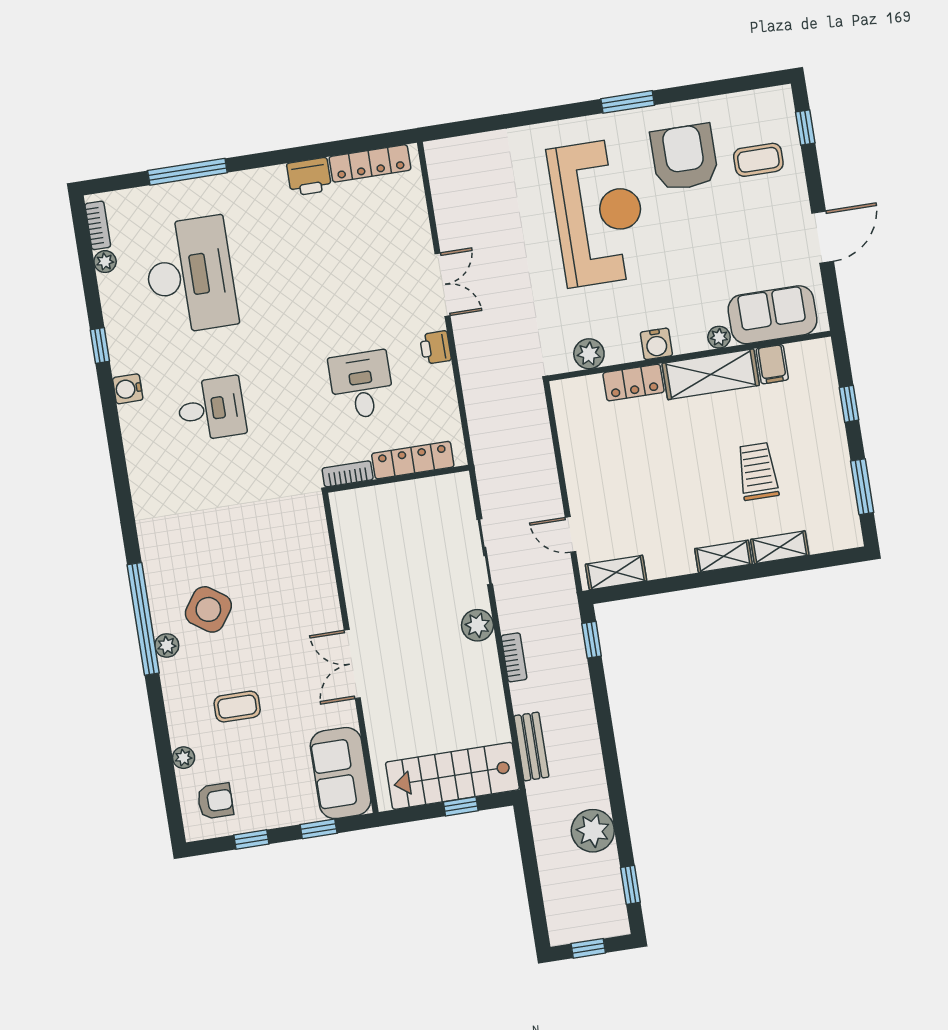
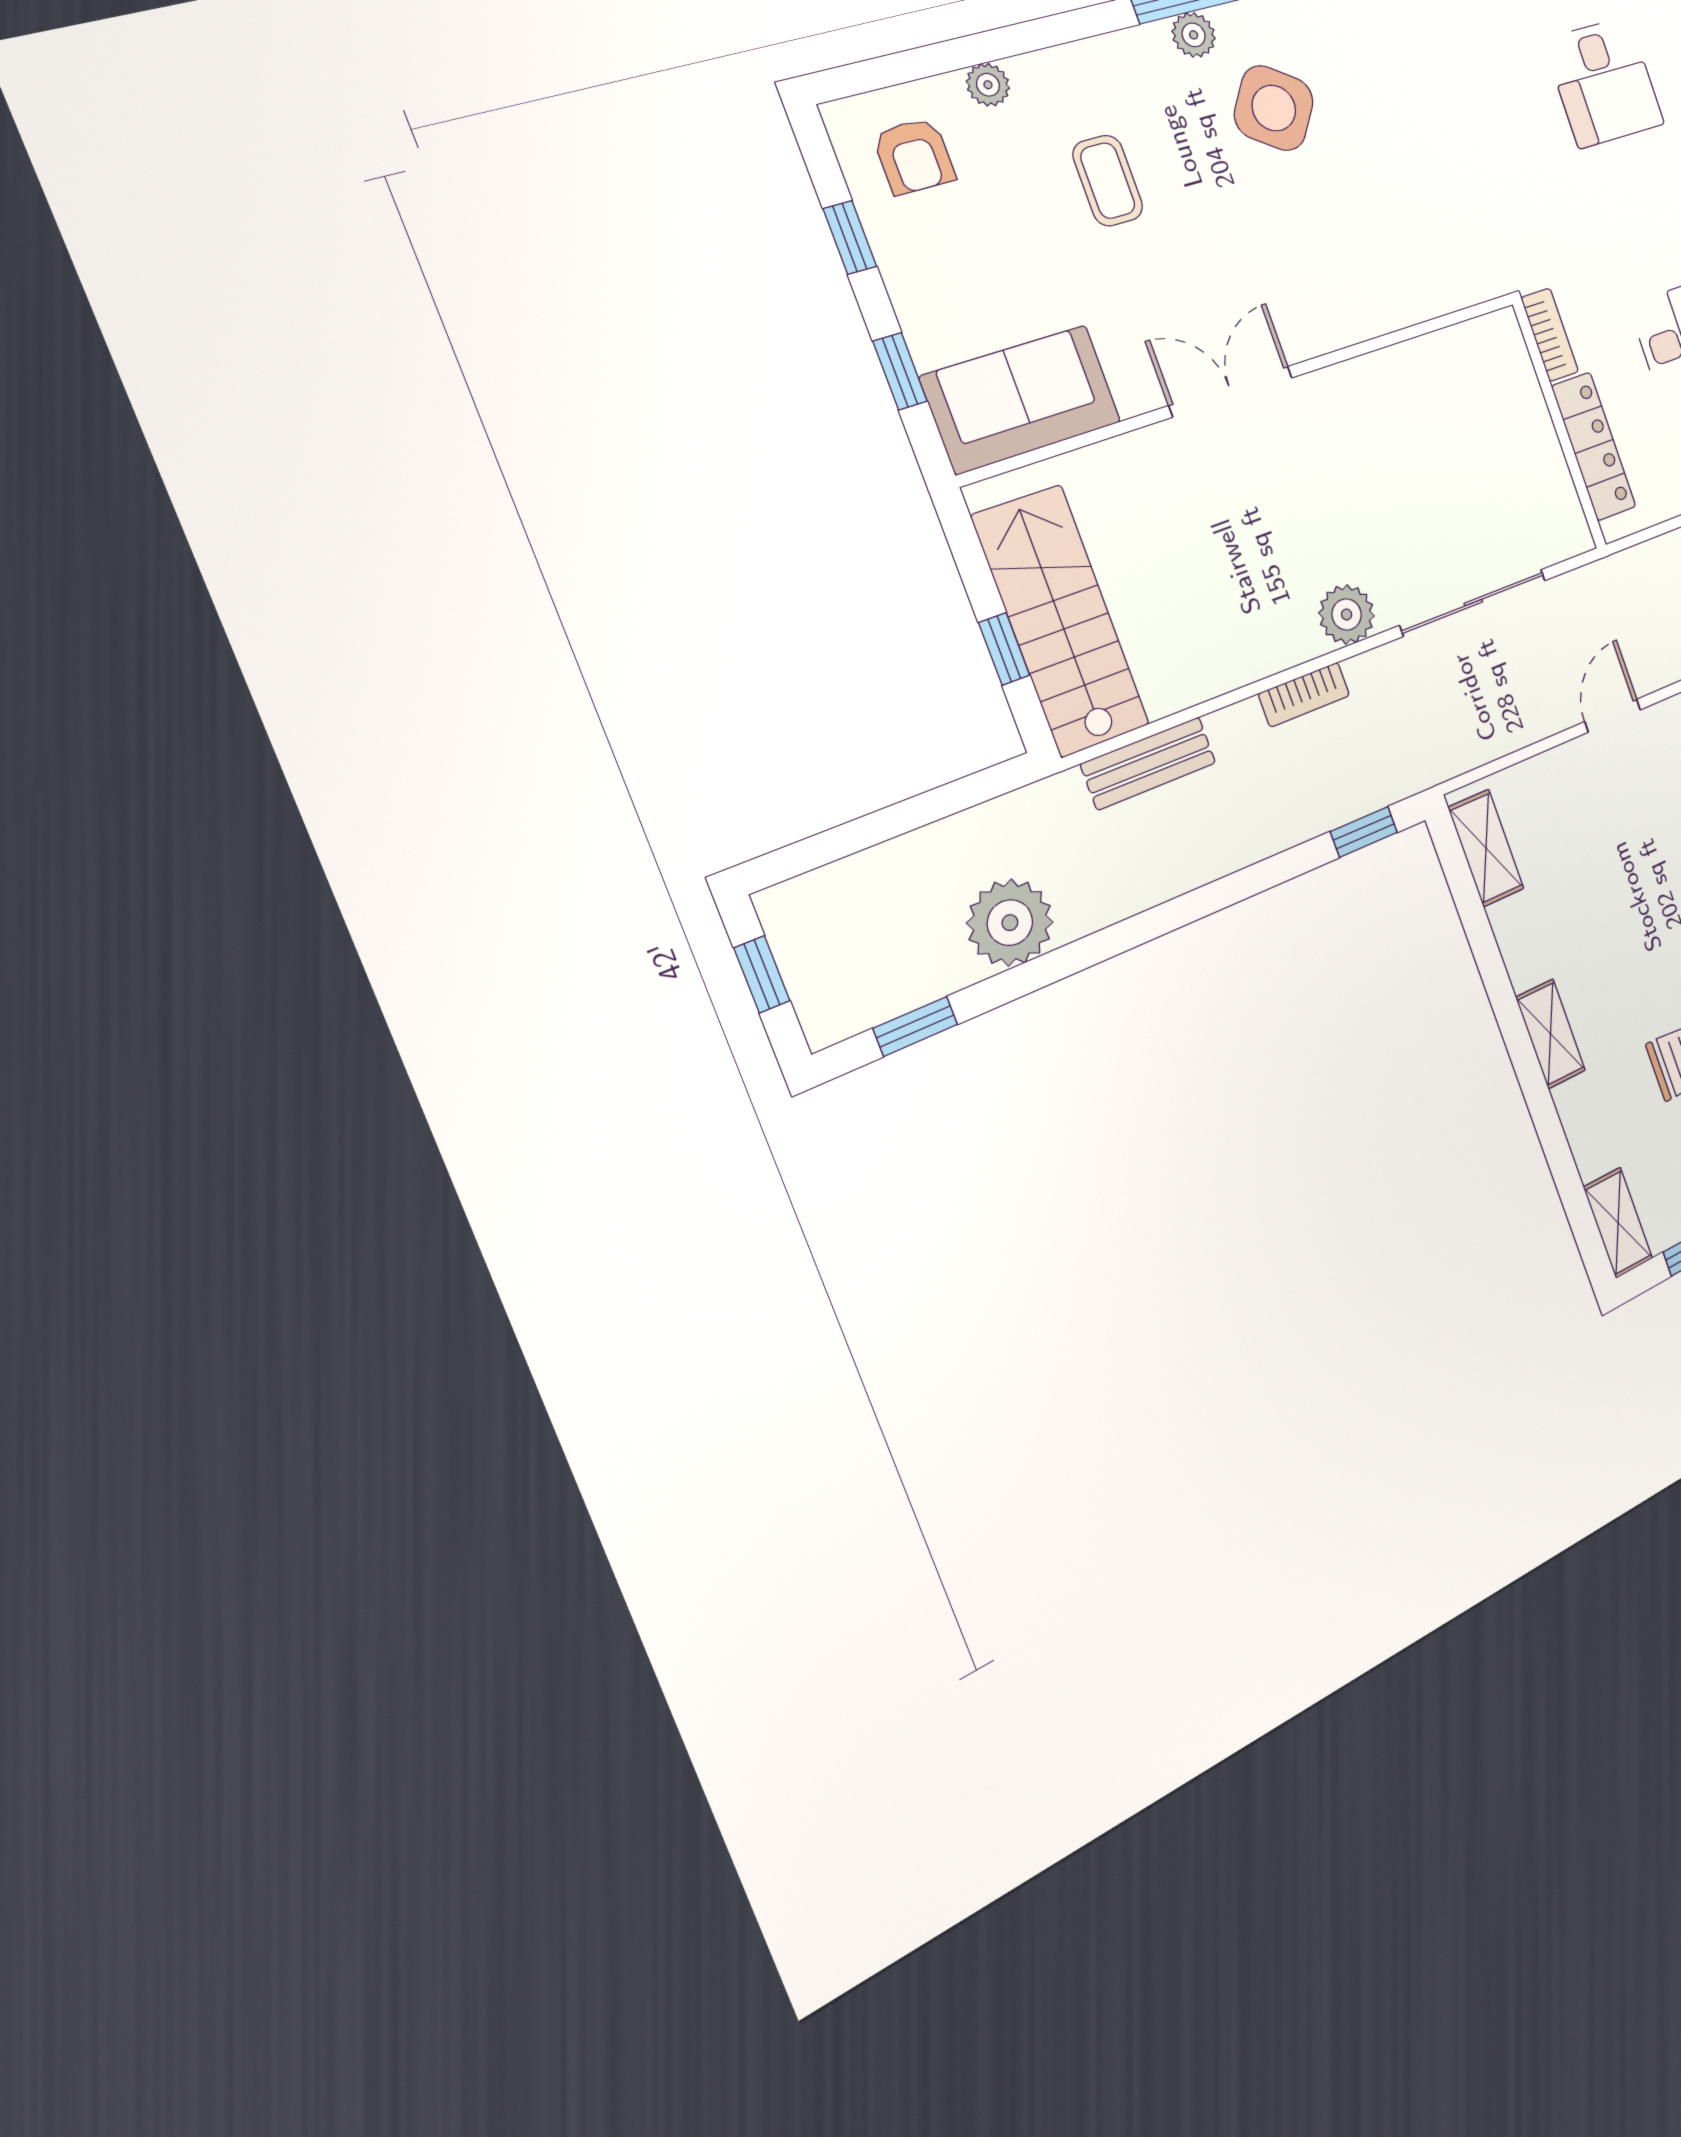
door: (570, 534) -> (1613, 716), moved
shelving: (780, 547) -> (1618, 1223), moved
sliding door: (485, 552) -> (1473, 603), width x1.37

